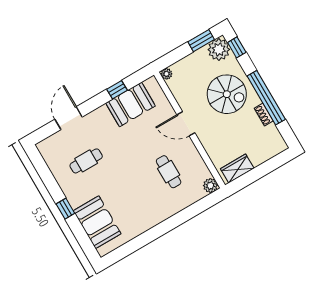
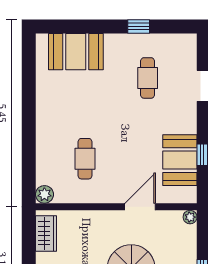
door: (186, 124) -> (140, 207), moved
cafe table: (169, 172) -> (85, 159), turned 90
window: (65, 209) -> (139, 27), moved

